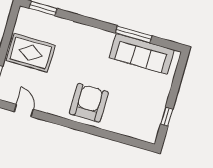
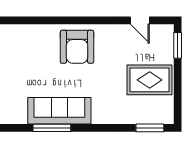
sofa: (142, 54) -> (59, 111), moved

